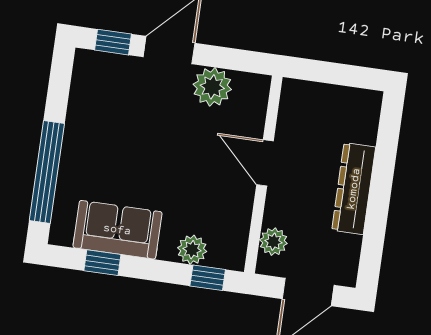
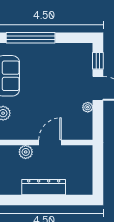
plant: (212, 87) -> (88, 107), width x0.53, depth x0.53
plant: (273, 242) -> (26, 152), moved

